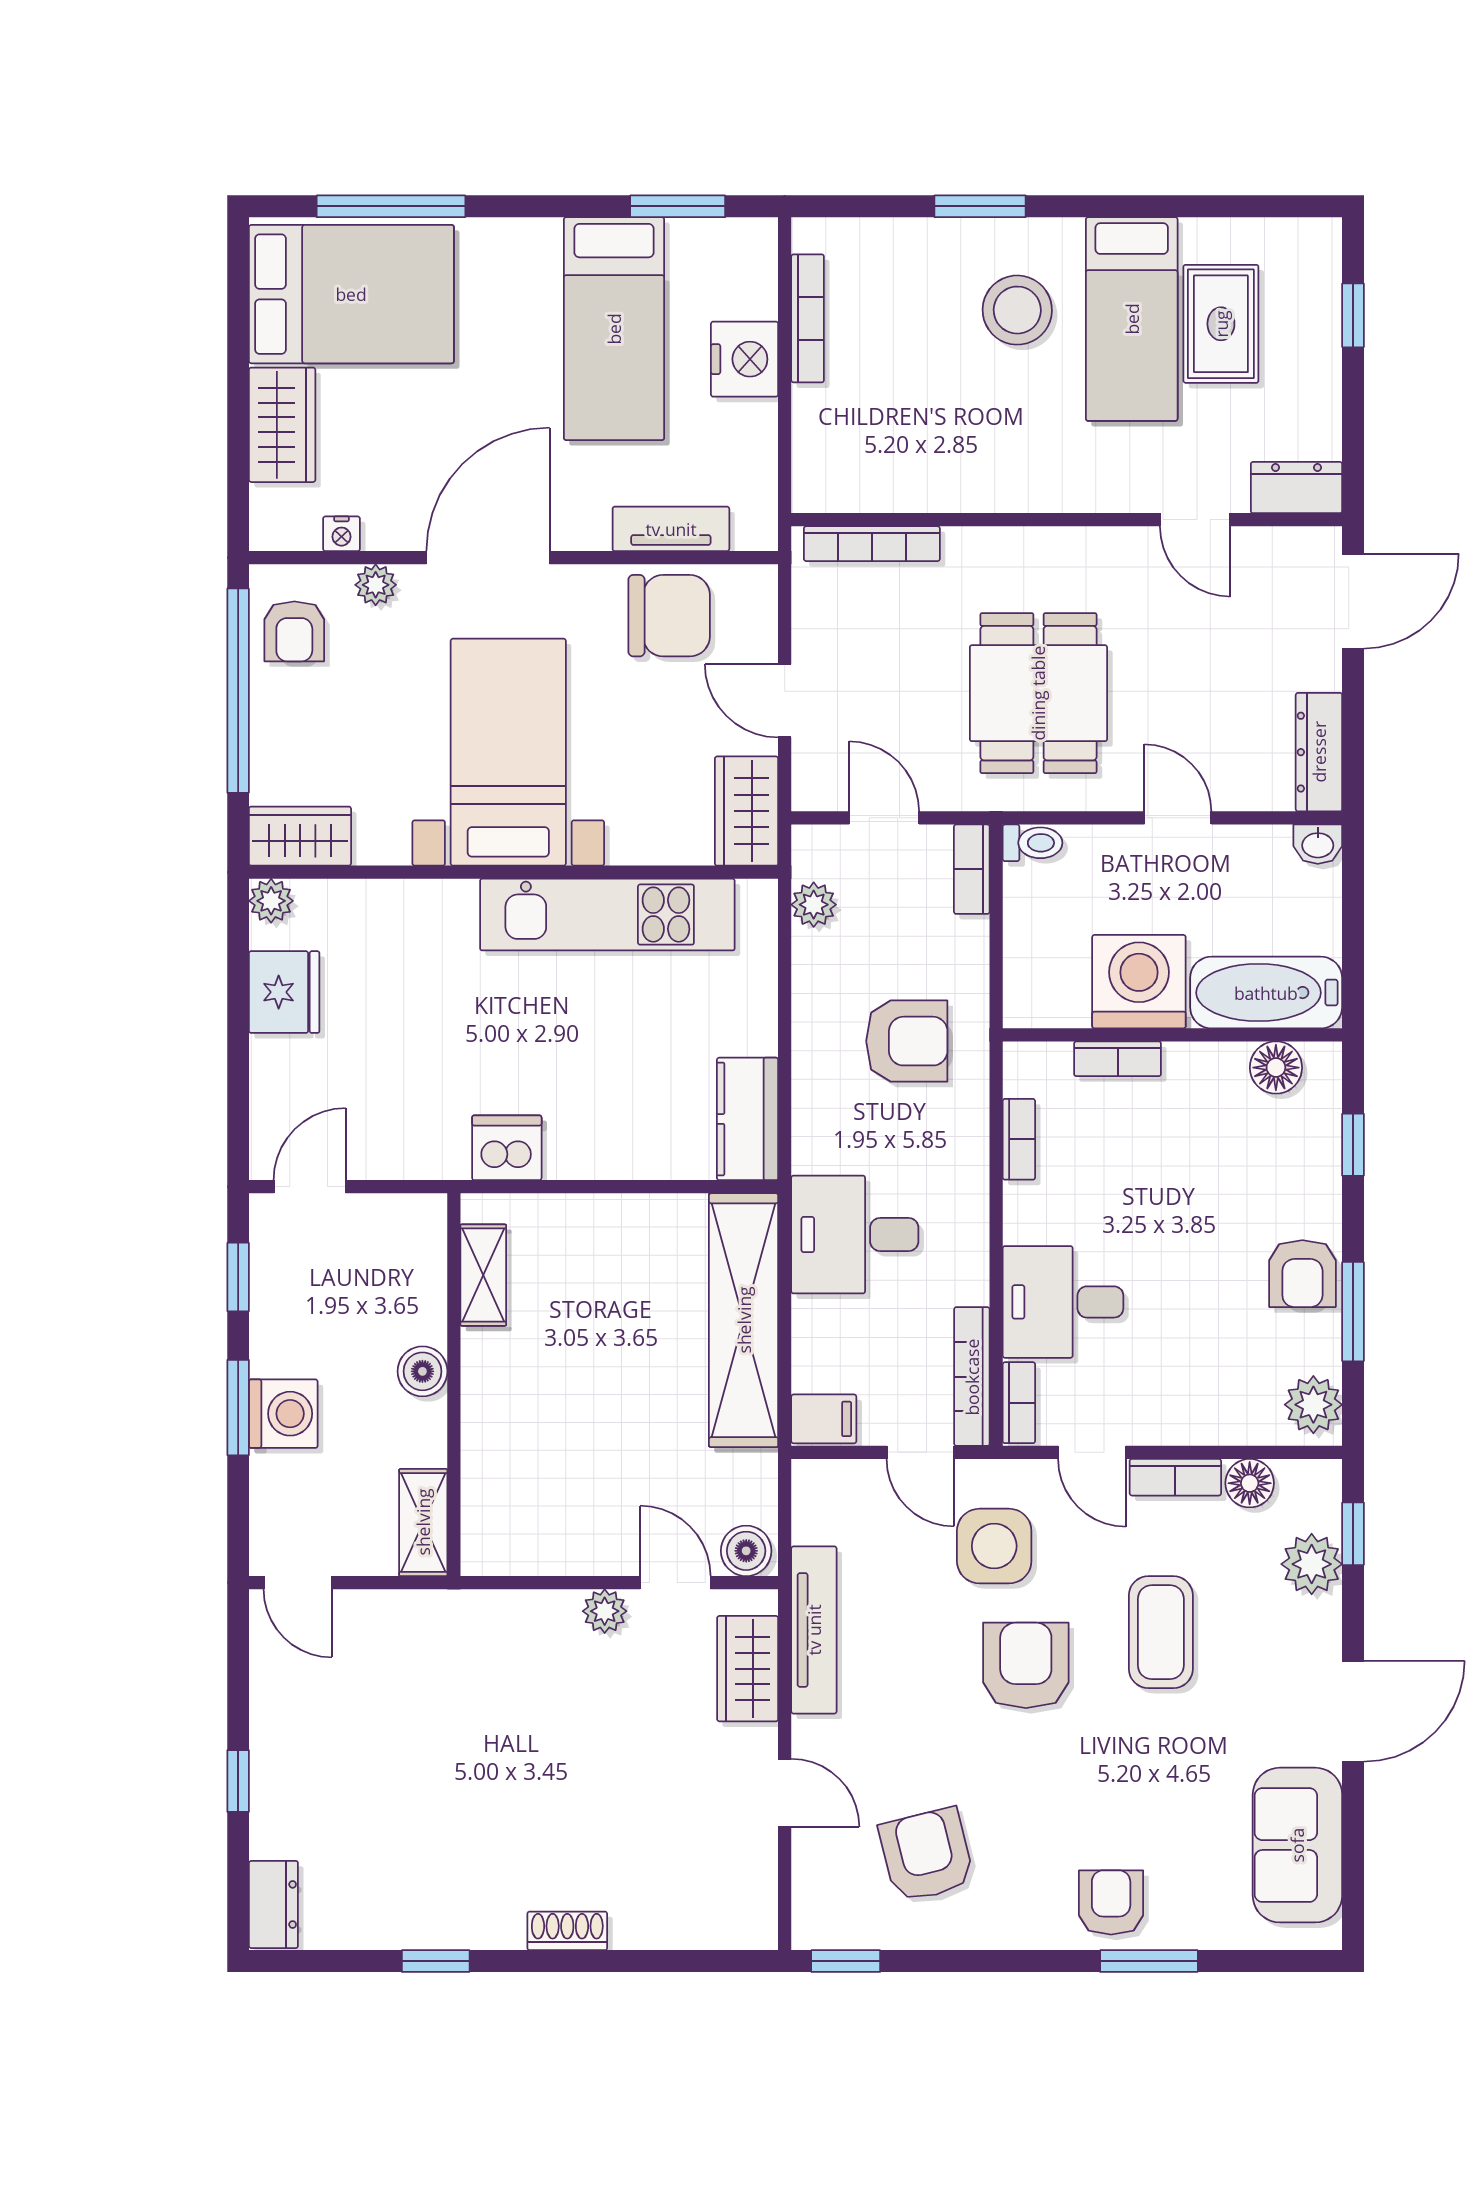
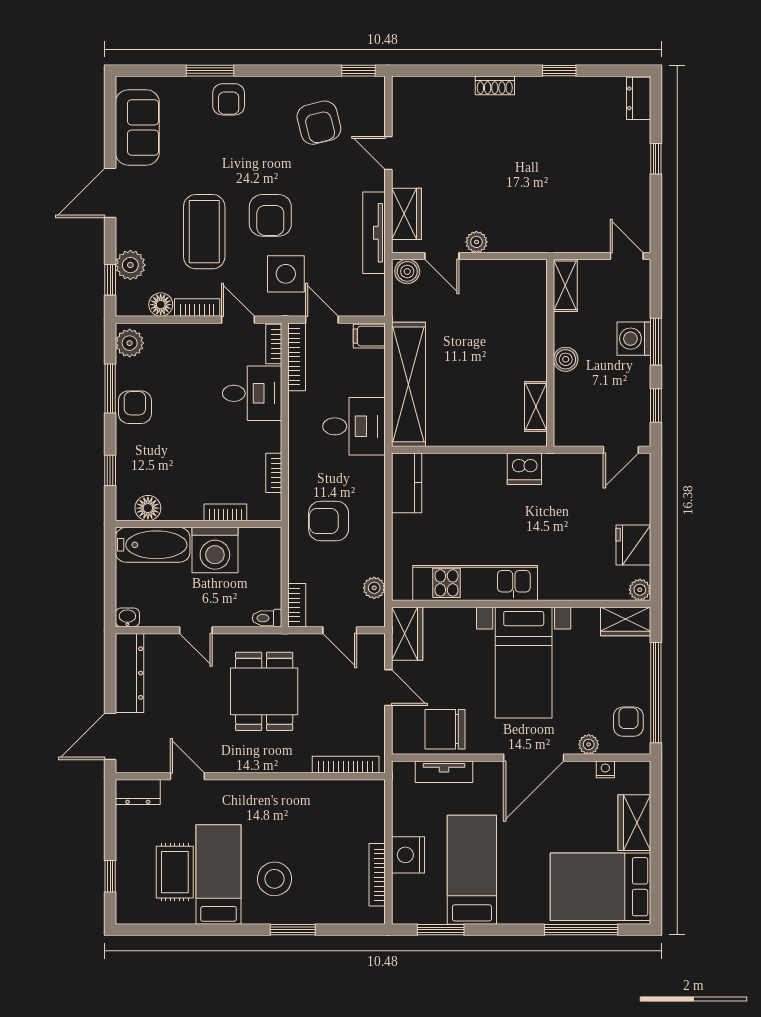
dresser: (1319, 752) -> (130, 673), width x1.37, depth x1.24
coffee table: (1161, 1632) -> (204, 232), width x1.36, depth x1.32

